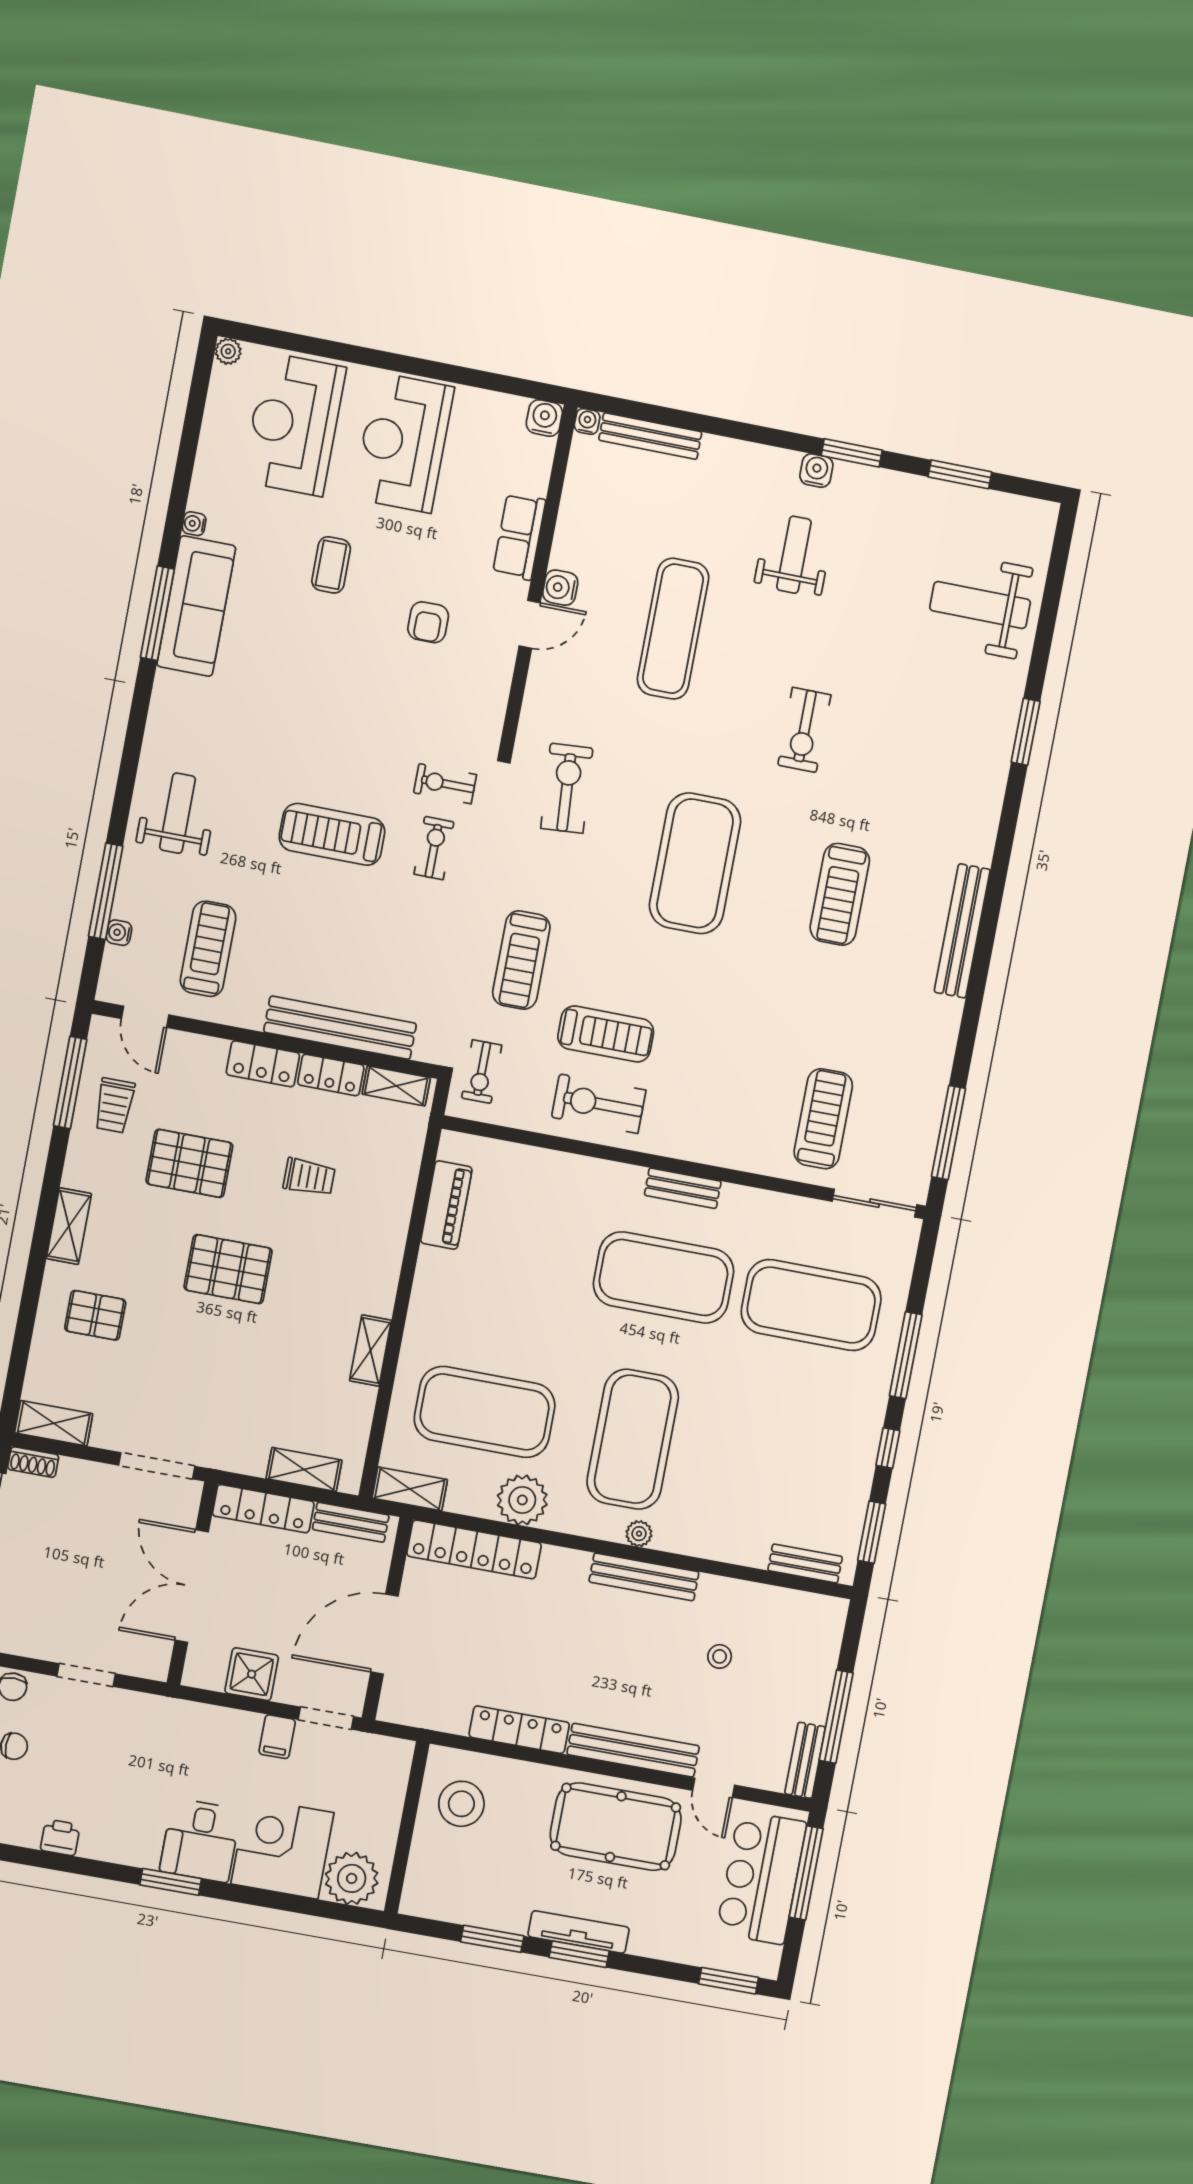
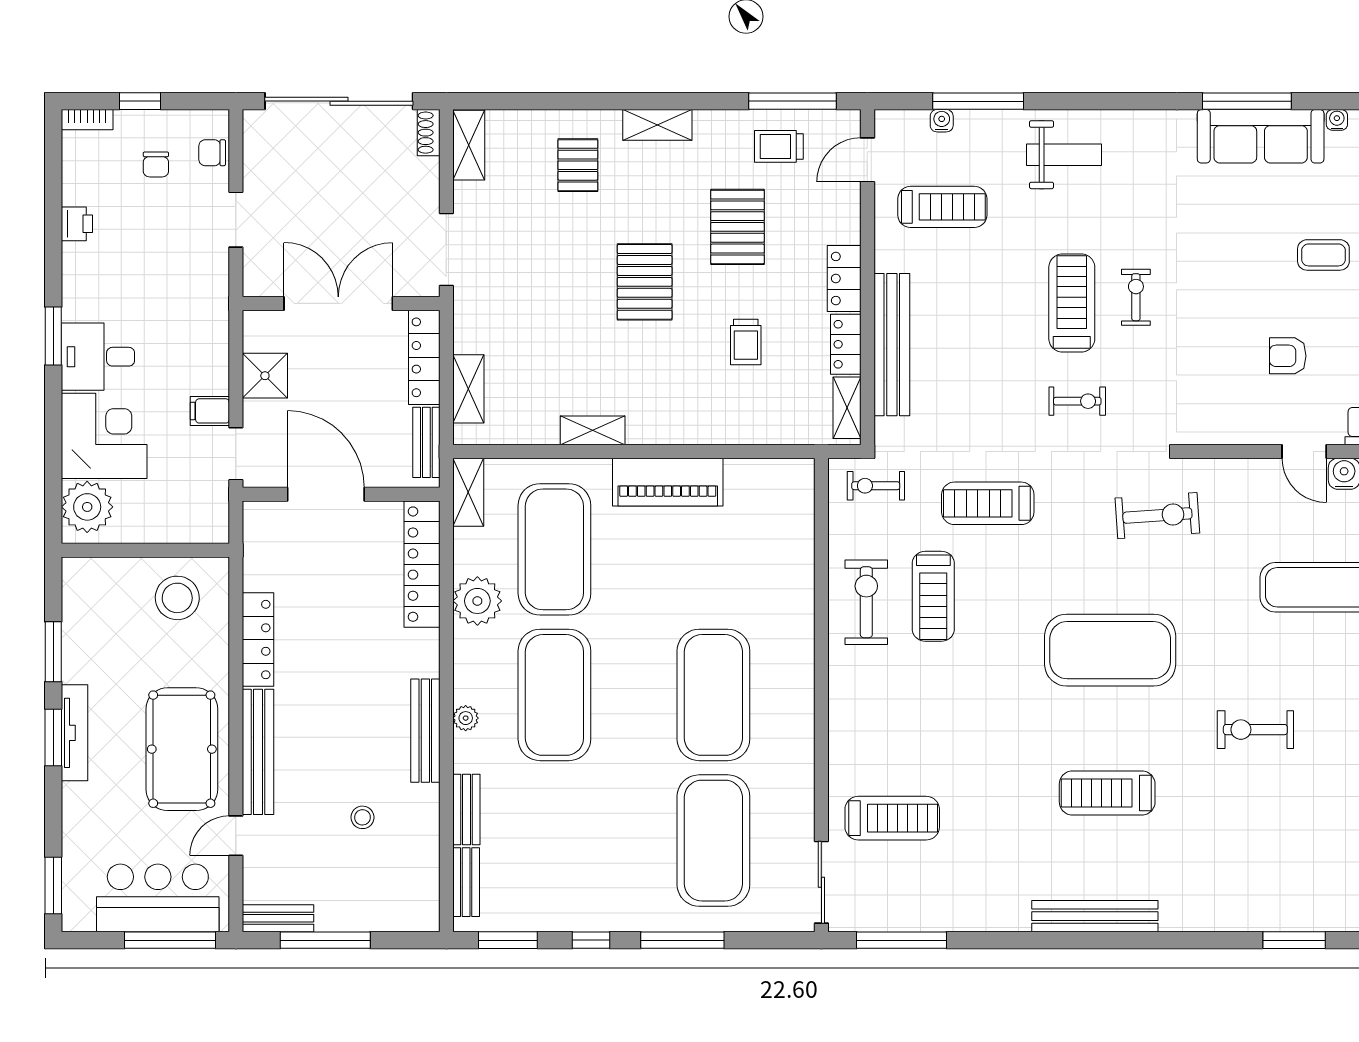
exercise bike: (445, 784) -> (1136, 297), moved
bench: (683, 1188) -> (466, 809), moved
piano: (446, 1205) -> (668, 482), moved, width x1.37, depth x1.33
exercise mat: (633, 1439) -> (554, 695), turned 90

